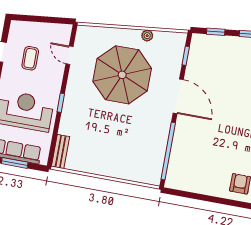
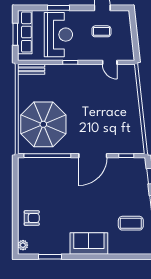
plant: (147, 36) -> (137, 122), removed
door: (69, 55) -> (110, 62), swing flipped
parasol: (122, 75) -> (43, 124), moved

